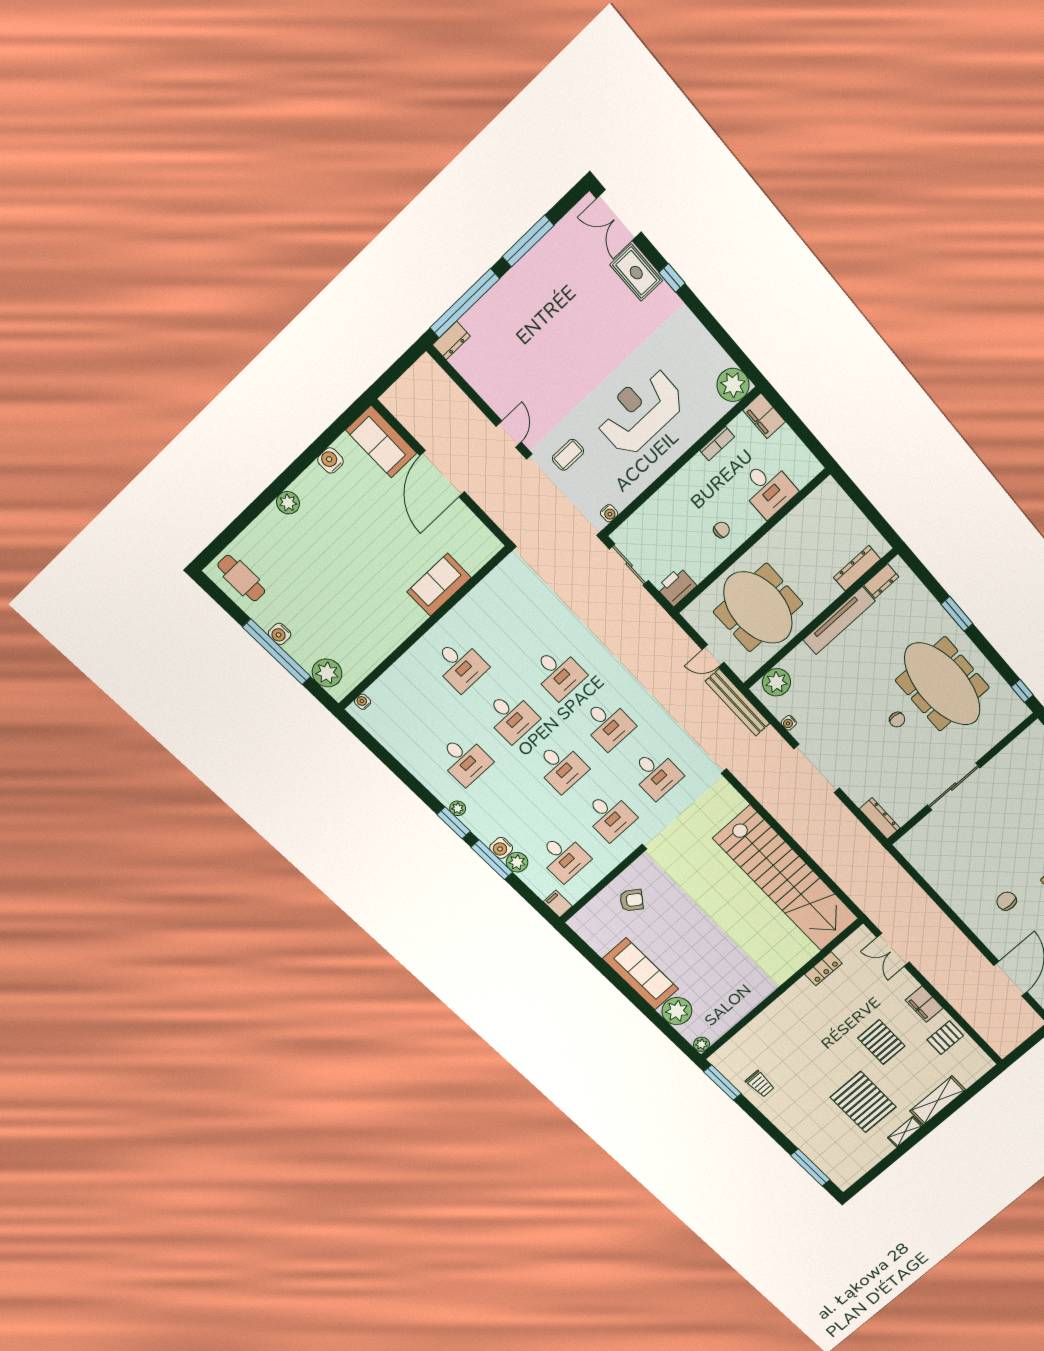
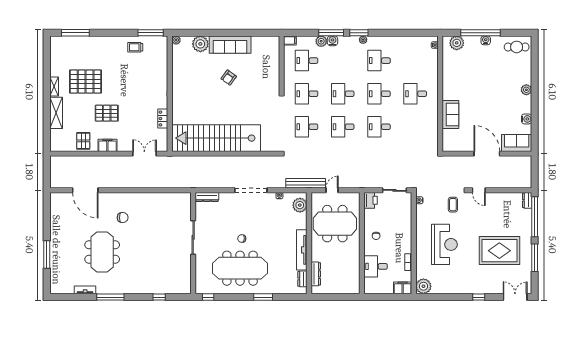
rug: (636, 273) -> (499, 251), moved, width x1.86, depth x2.06
armchair: (631, 900) -> (229, 78), moved

